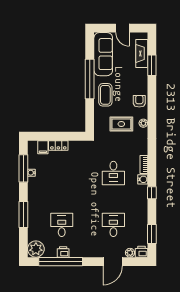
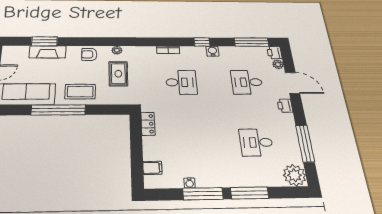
fireplace: (142, 53) -> (48, 52), moved
locker: (58, 145) -> (148, 124), moved
window: (23, 168) -> (203, 194), moved
water cooler: (143, 179) -> (212, 51), moved
window: (152, 234) -> (251, 42), width x1.44
printer: (63, 252) -> (285, 106), moved
window: (61, 262) -> (305, 143), width x0.68

